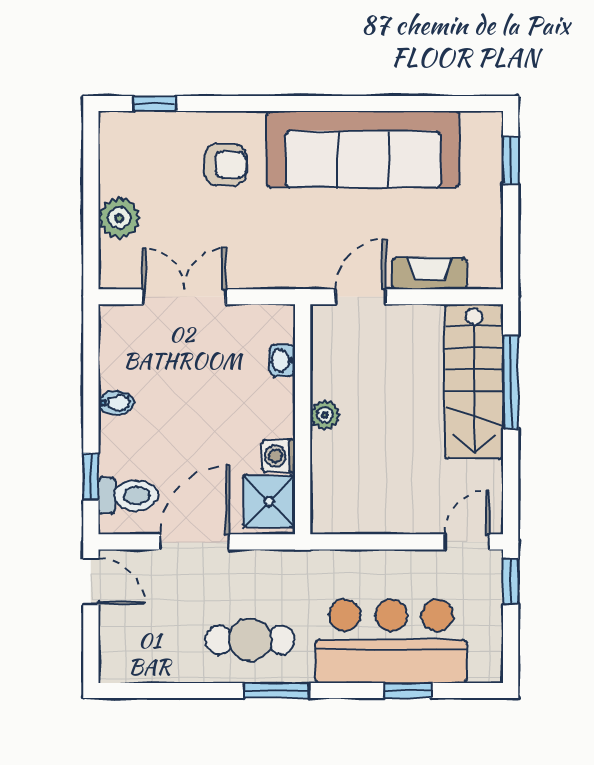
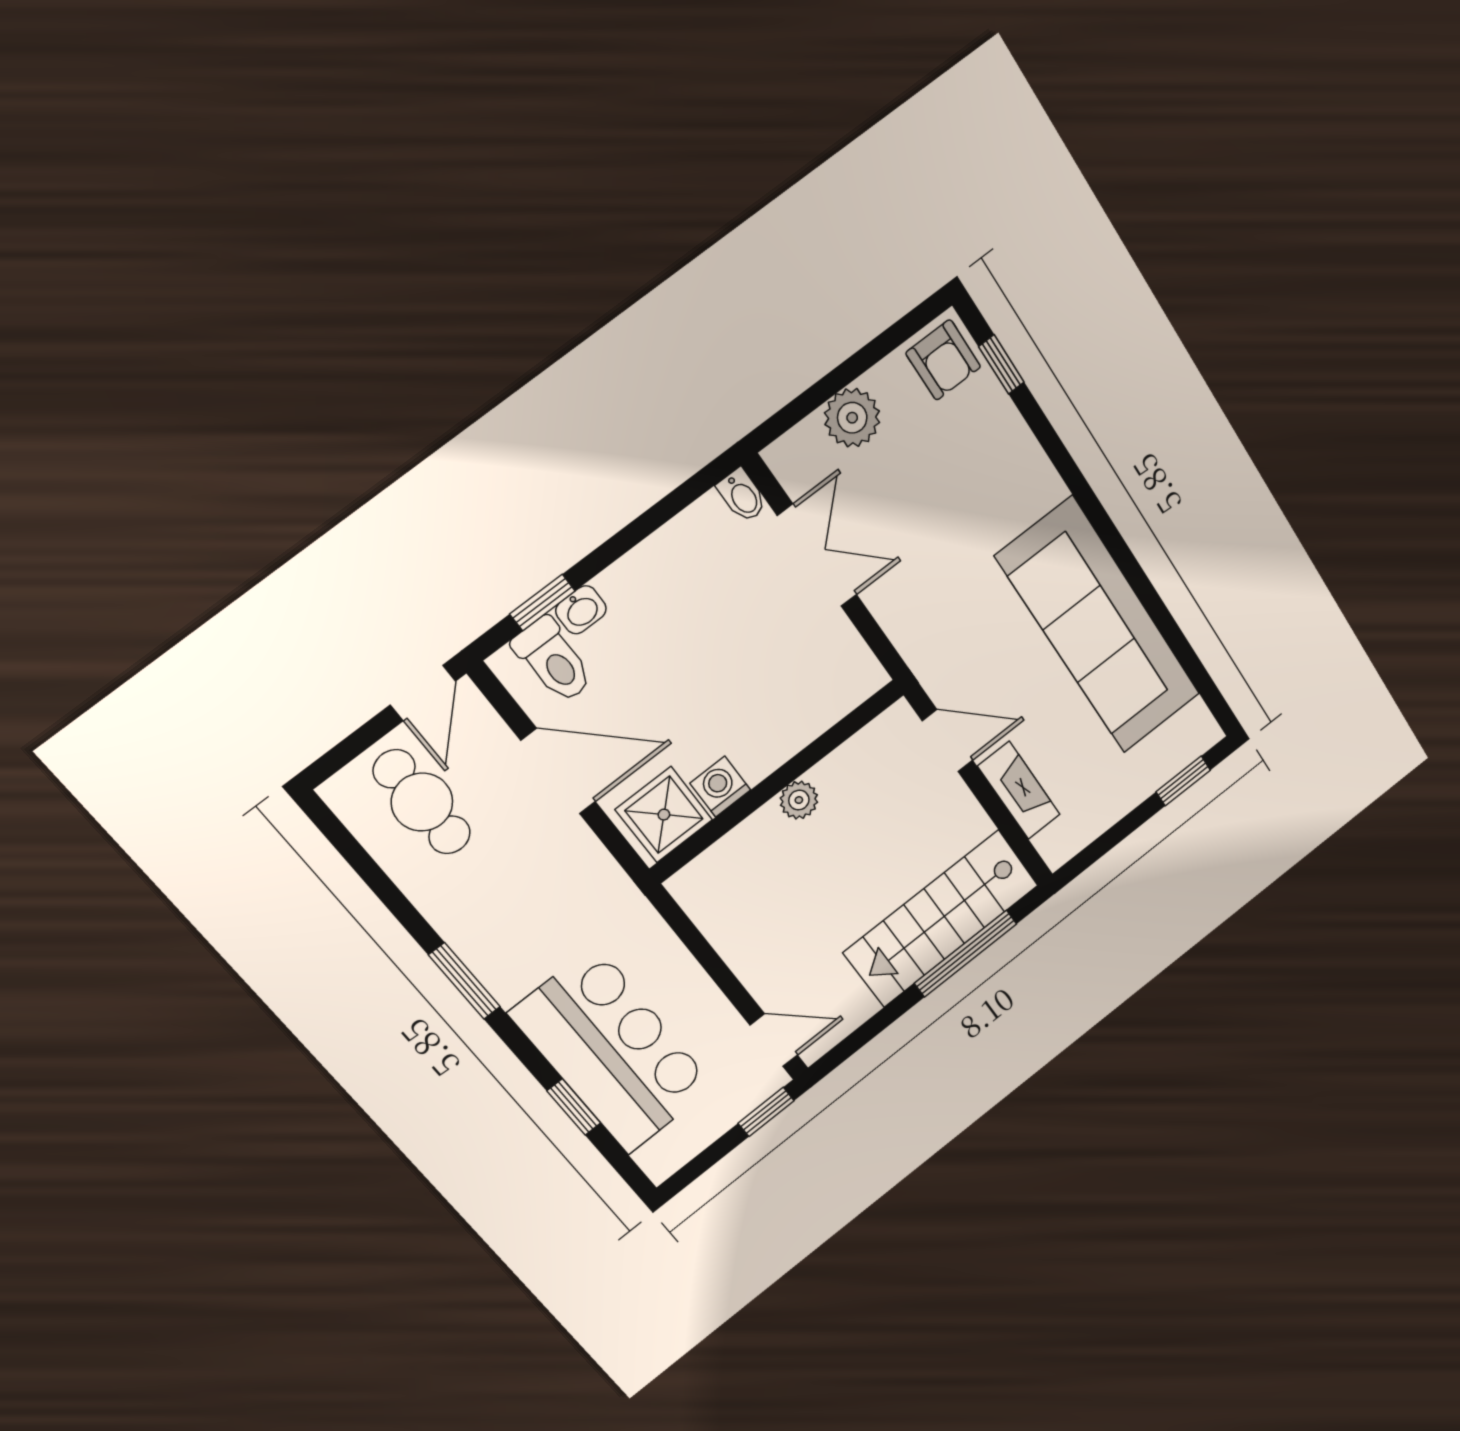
armchair: (225, 165) -> (943, 360), moved
washbasin: (282, 360) -> (581, 610), moved, turned 180
bidet: (116, 403) -> (742, 496), moved
cafe table: (250, 640) -> (422, 802), moved

